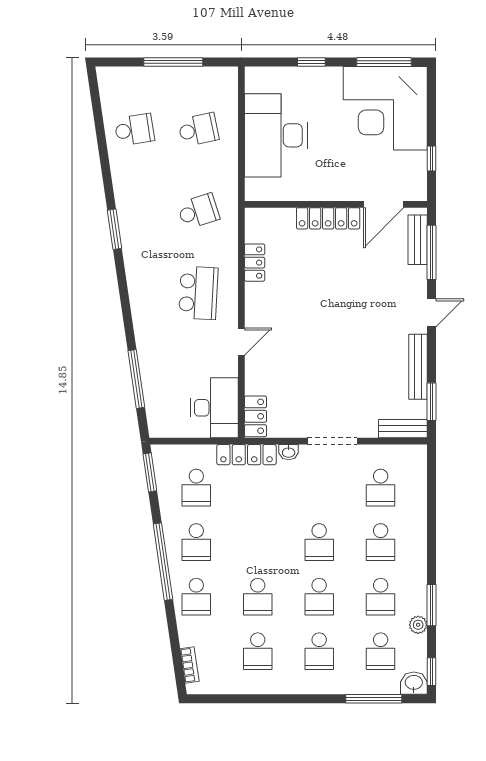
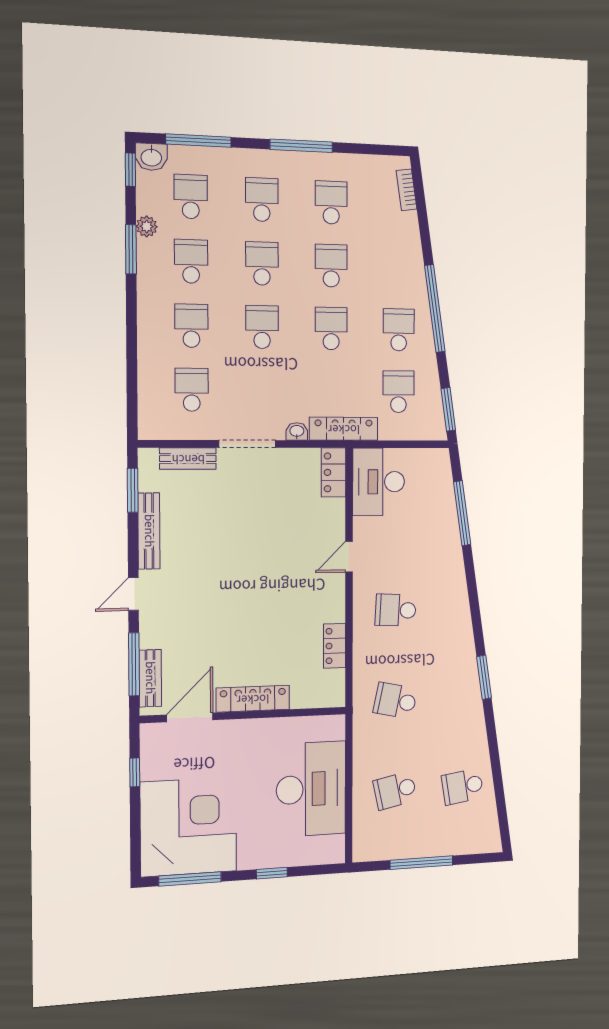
school desk: (198, 211) -> (395, 701), turned 30
school desk: (198, 293) -> (396, 610), width x0.54
bench: (403, 429) -> (188, 459), moved
school desk: (196, 597) -> (331, 329), moved
window: (284, 699) -> (301, 146), added

